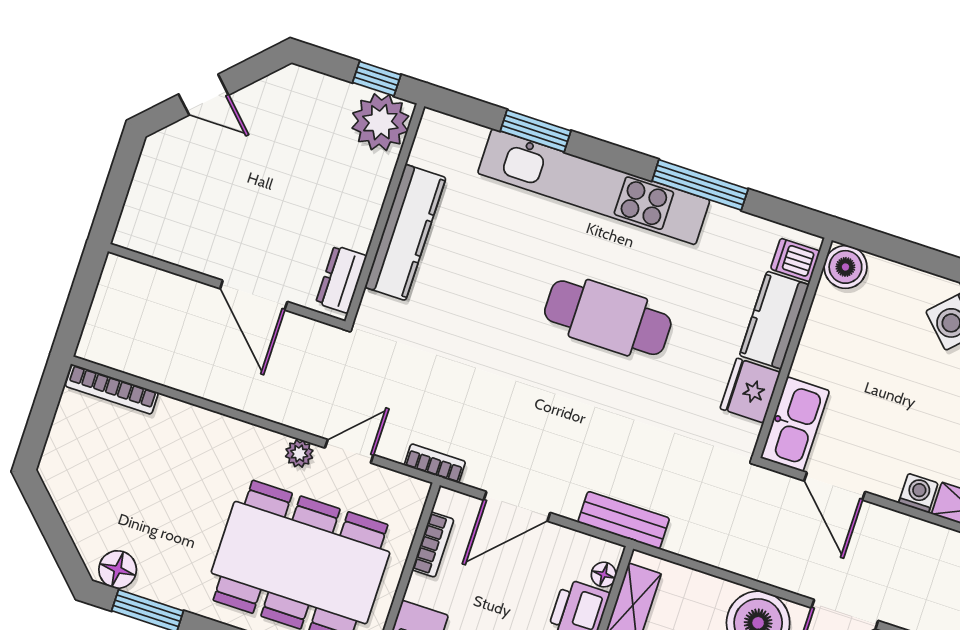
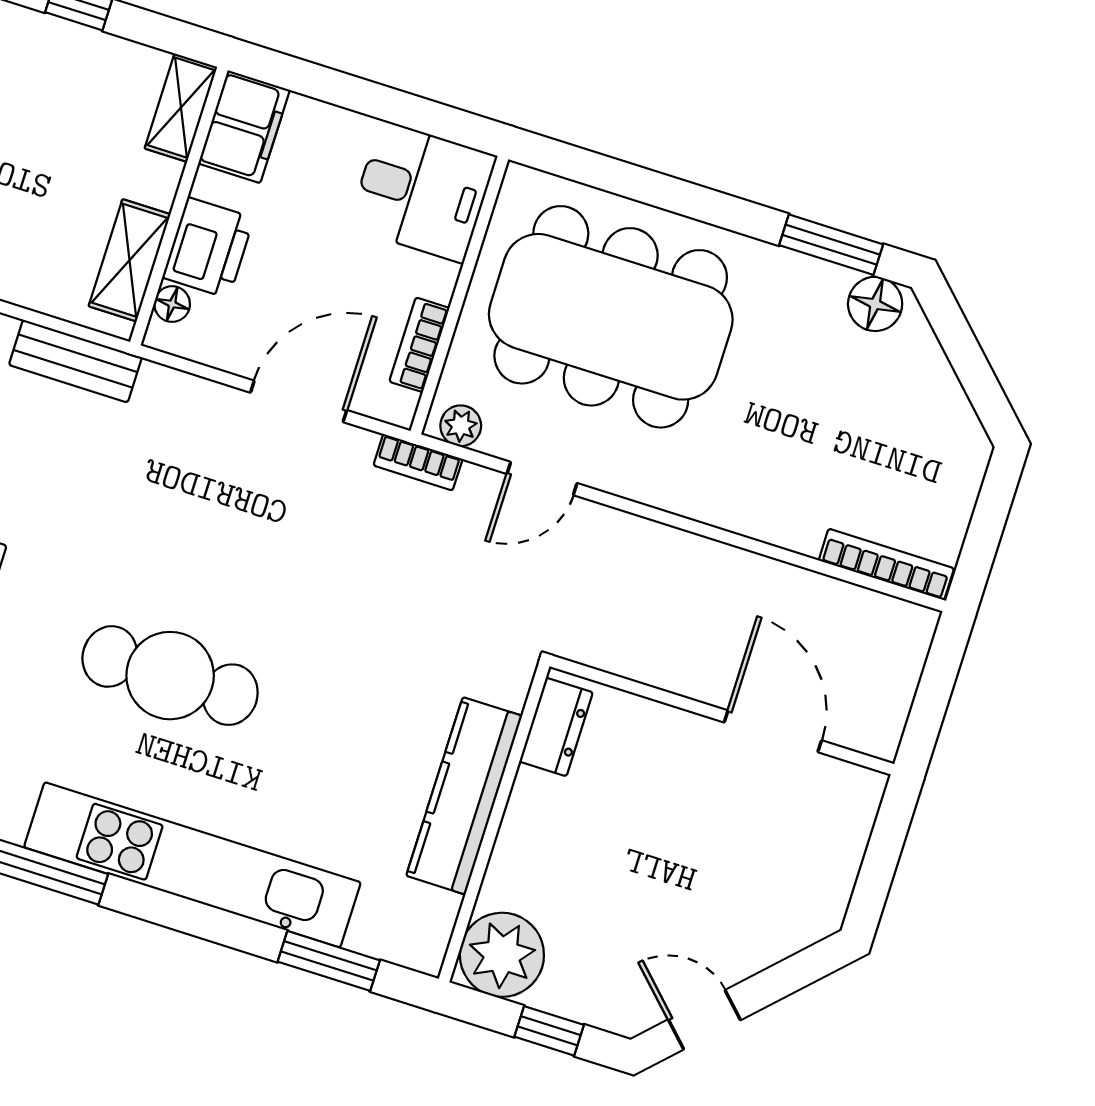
window: (377, 79) -> (549, 1031), moved
door: (204, 95) -> (704, 1020), moved
window: (536, 131) -> (329, 961), moved
door: (254, 295) -> (773, 731), moved
plant: (299, 454) -> (461, 426), moved
bench: (624, 520) -> (75, 361), moved

